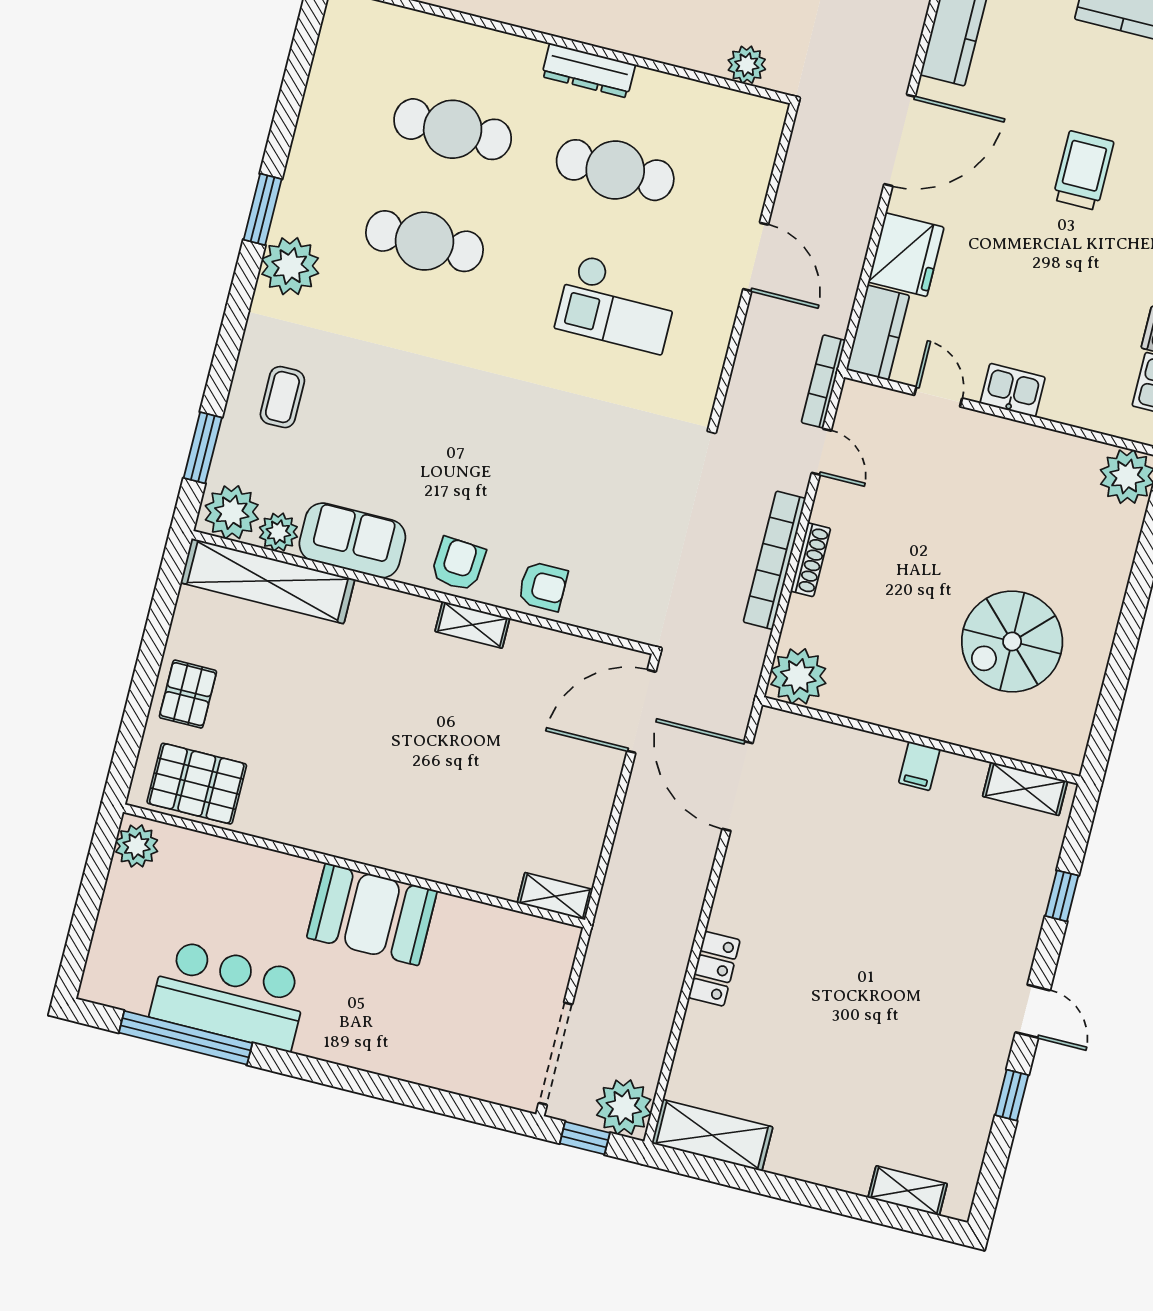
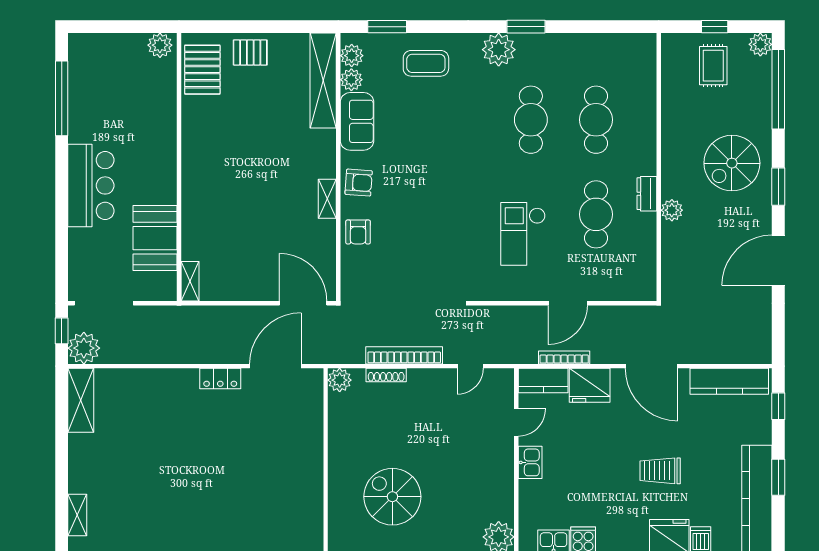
plant: (747, 65) -> (672, 210), moved
dresser: (588, 70) -> (647, 194), width x0.70
trolley: (1083, 171) -> (660, 471), turned 180
bookcase: (823, 381) -> (564, 357), moved
coffee table: (282, 397) -> (426, 63), width x1.36, depth x1.30
plant: (232, 512) -> (352, 56), width x0.73, depth x0.73
shoe rack: (811, 560) -> (386, 375), moved
plant: (798, 676) -> (340, 380), width x0.73, depth x0.73
filing cabinet: (919, 766) -> (311, 463), removed
shelving: (1025, 789) -> (313, 524), removed
booth: (372, 914) -> (155, 238), moved
locker: (714, 969) -> (220, 379), moved
bar counter: (229, 995) -> (91, 185), moved

